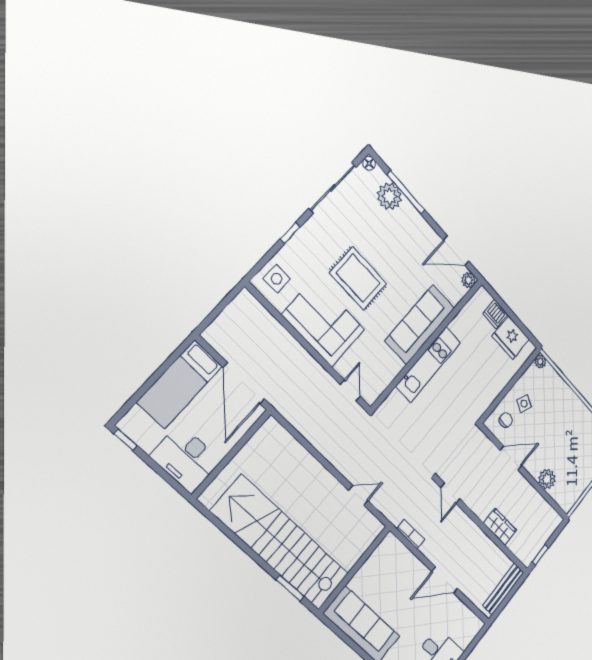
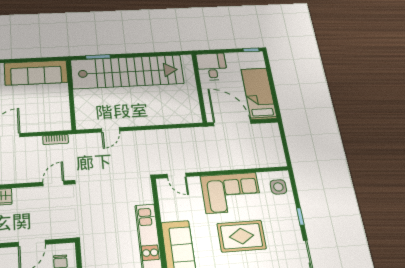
desk: (186, 458) -> (212, 67), width x0.73
door: (450, 493) -> (53, 183), hinge flipped

